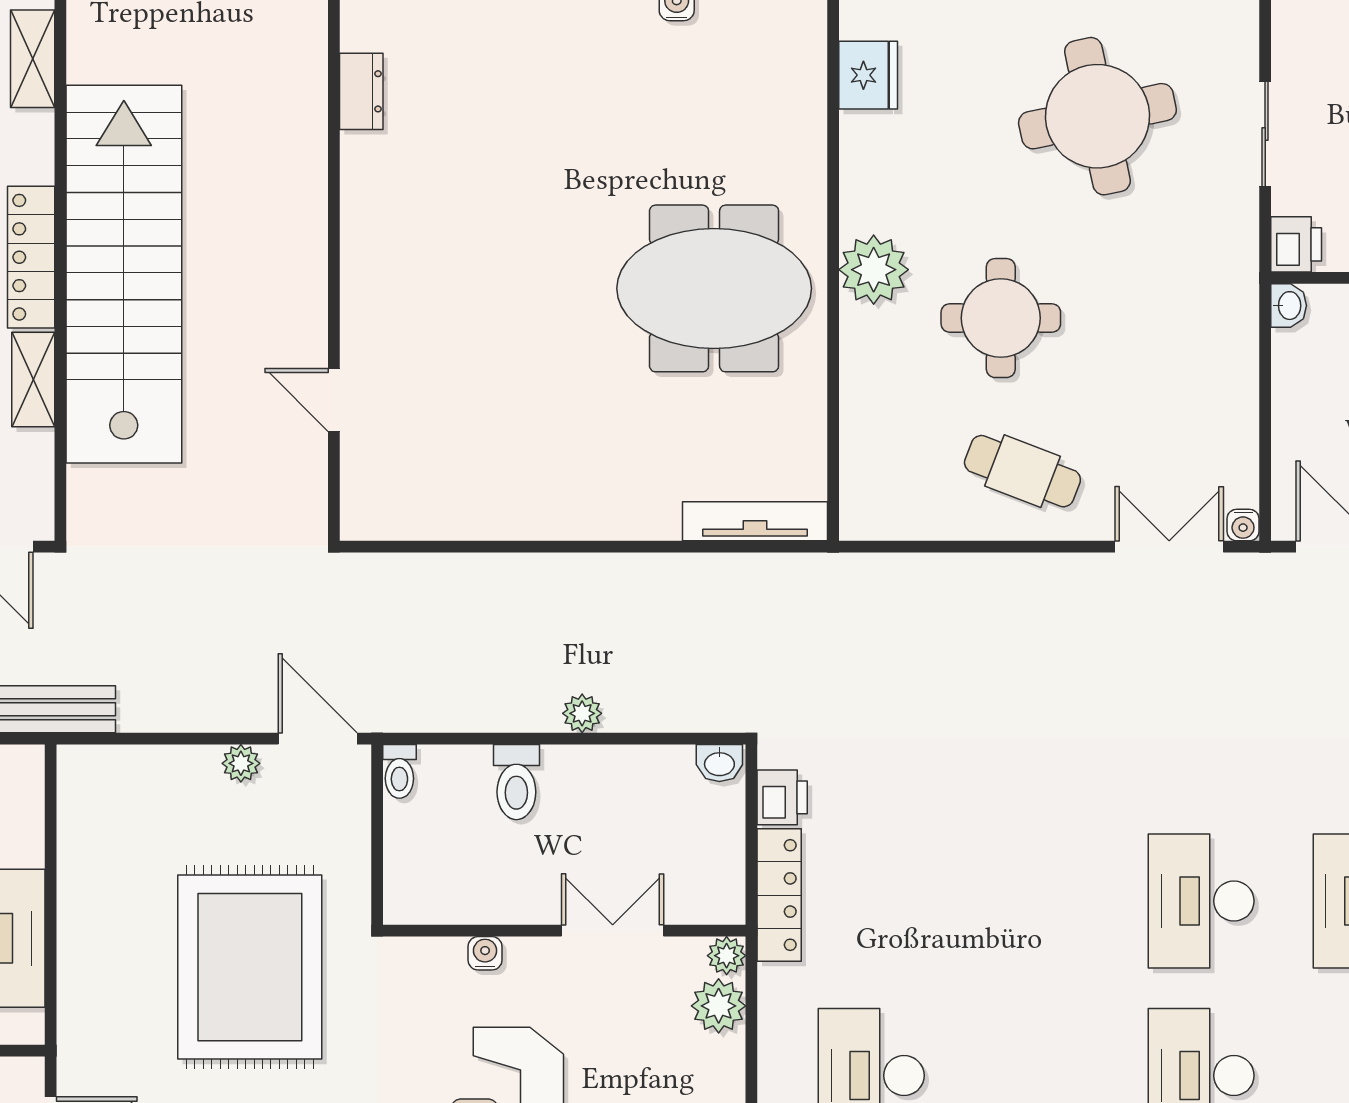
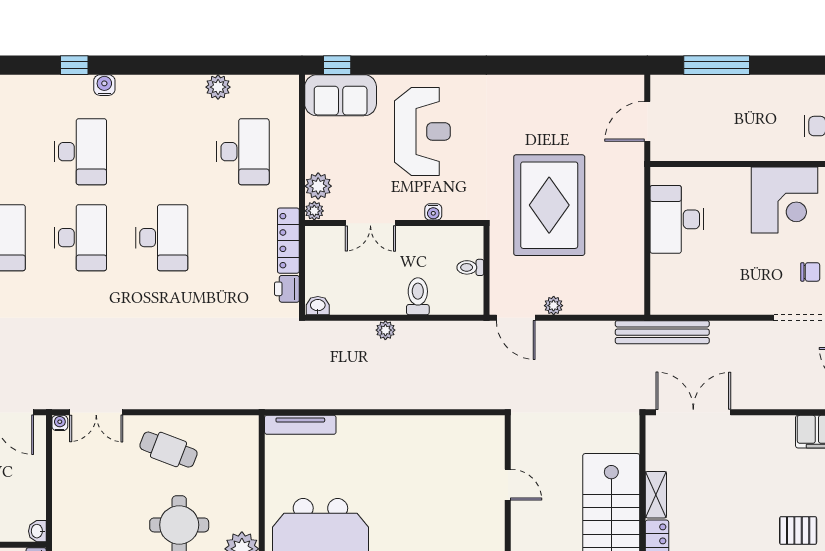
toilet: (399, 771) -> (470, 267), moved, turned -90
desk: (1036, 901) -> (162, 238), added

